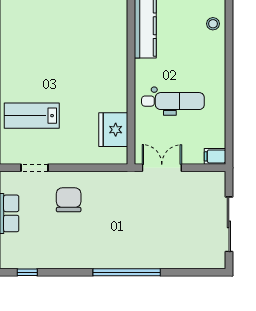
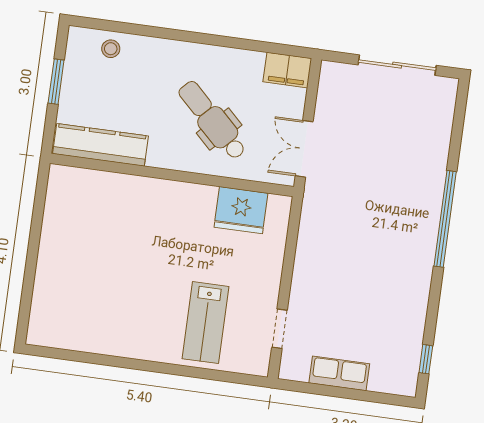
dental chair: (173, 101) -> (212, 120), turned -46
filing cabinet: (215, 156) -> (287, 70), width x2.00
chair: (69, 200) -> (332, 287), removed

